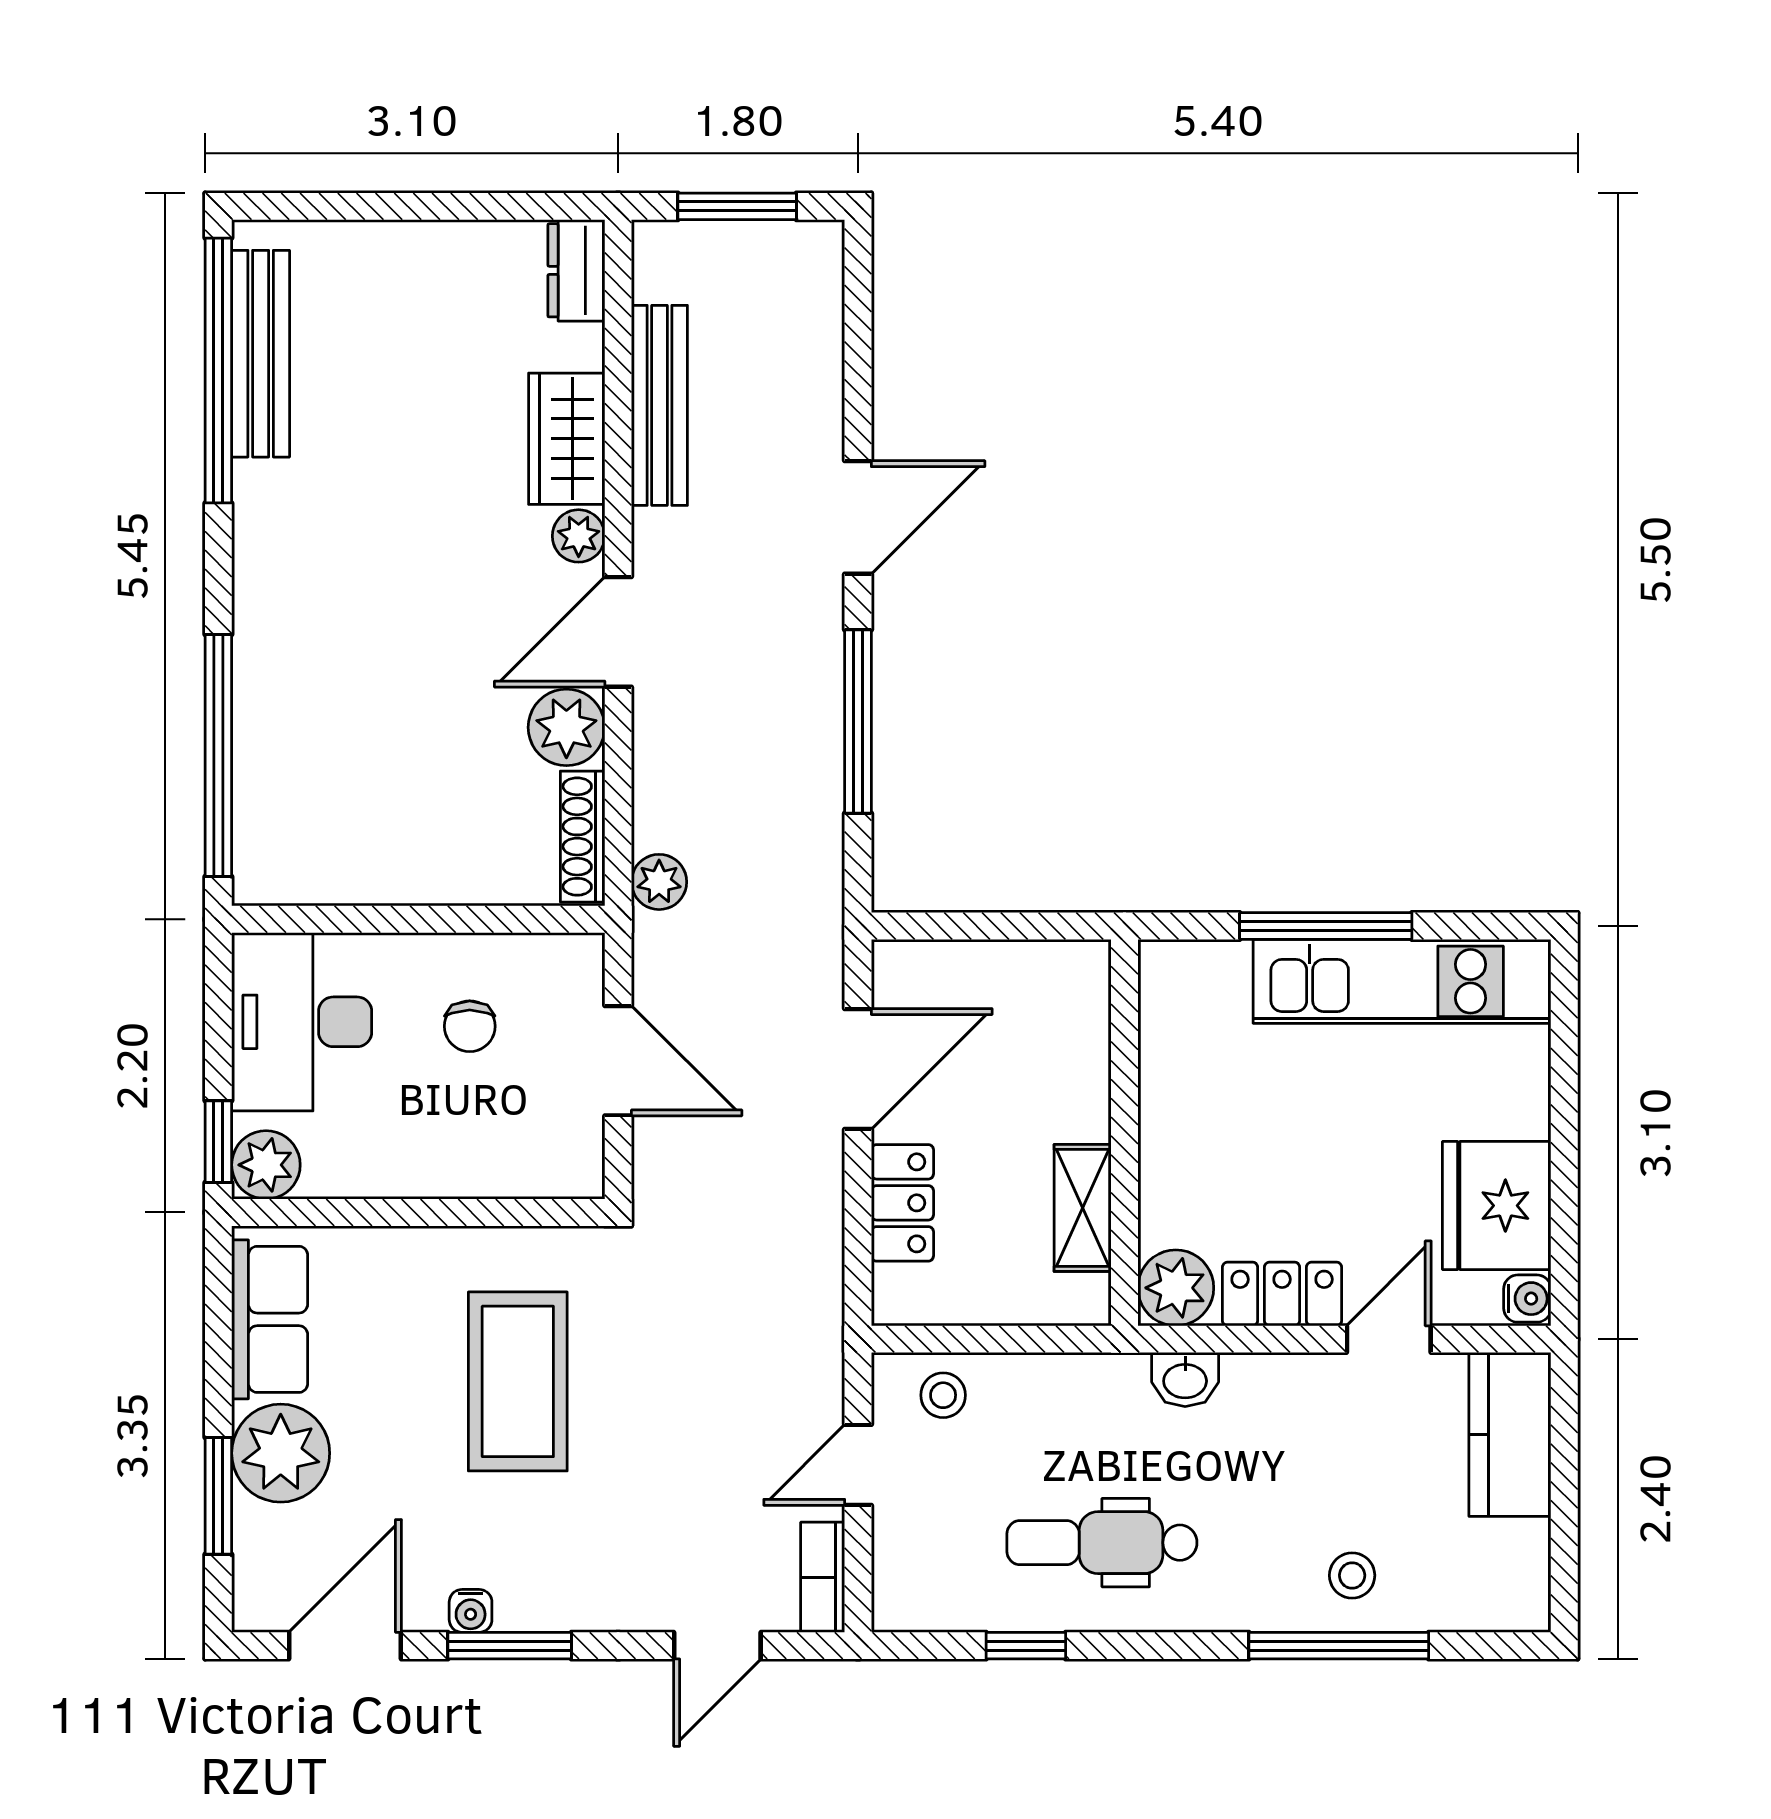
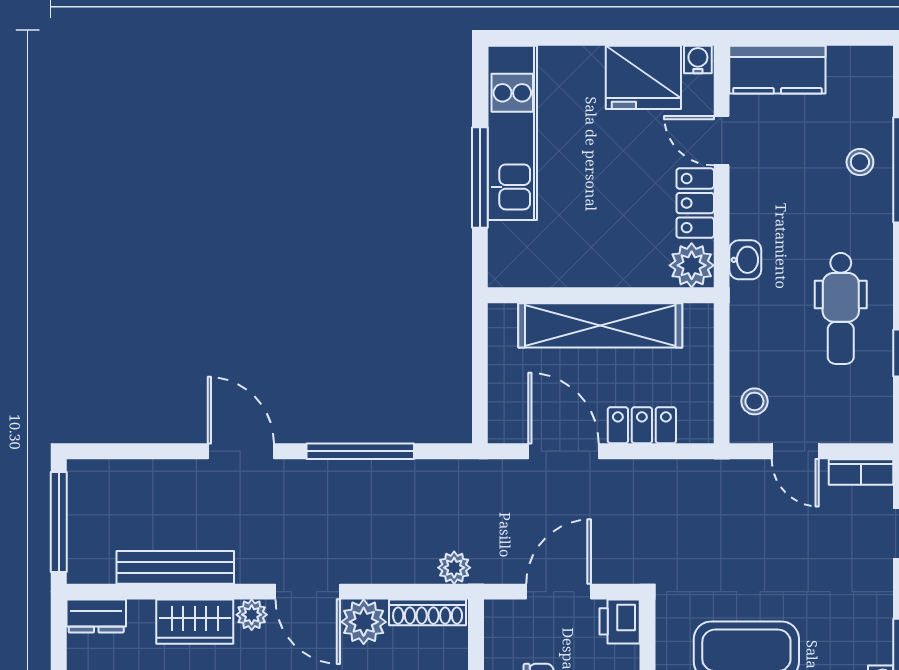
window: (737, 206) -> (59, 522), width x1.44
printer: (567, 1165) -> (620, 621), added
shelving: (1083, 1208) -> (600, 325), width x2.20, depth x1.33

